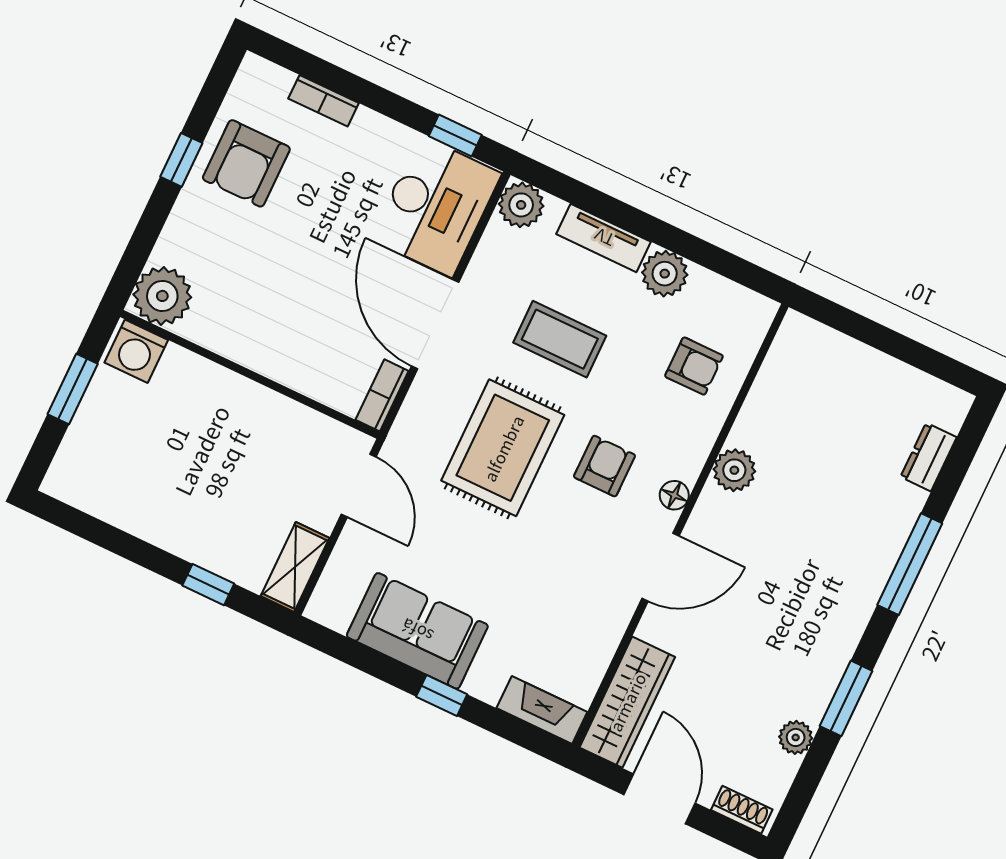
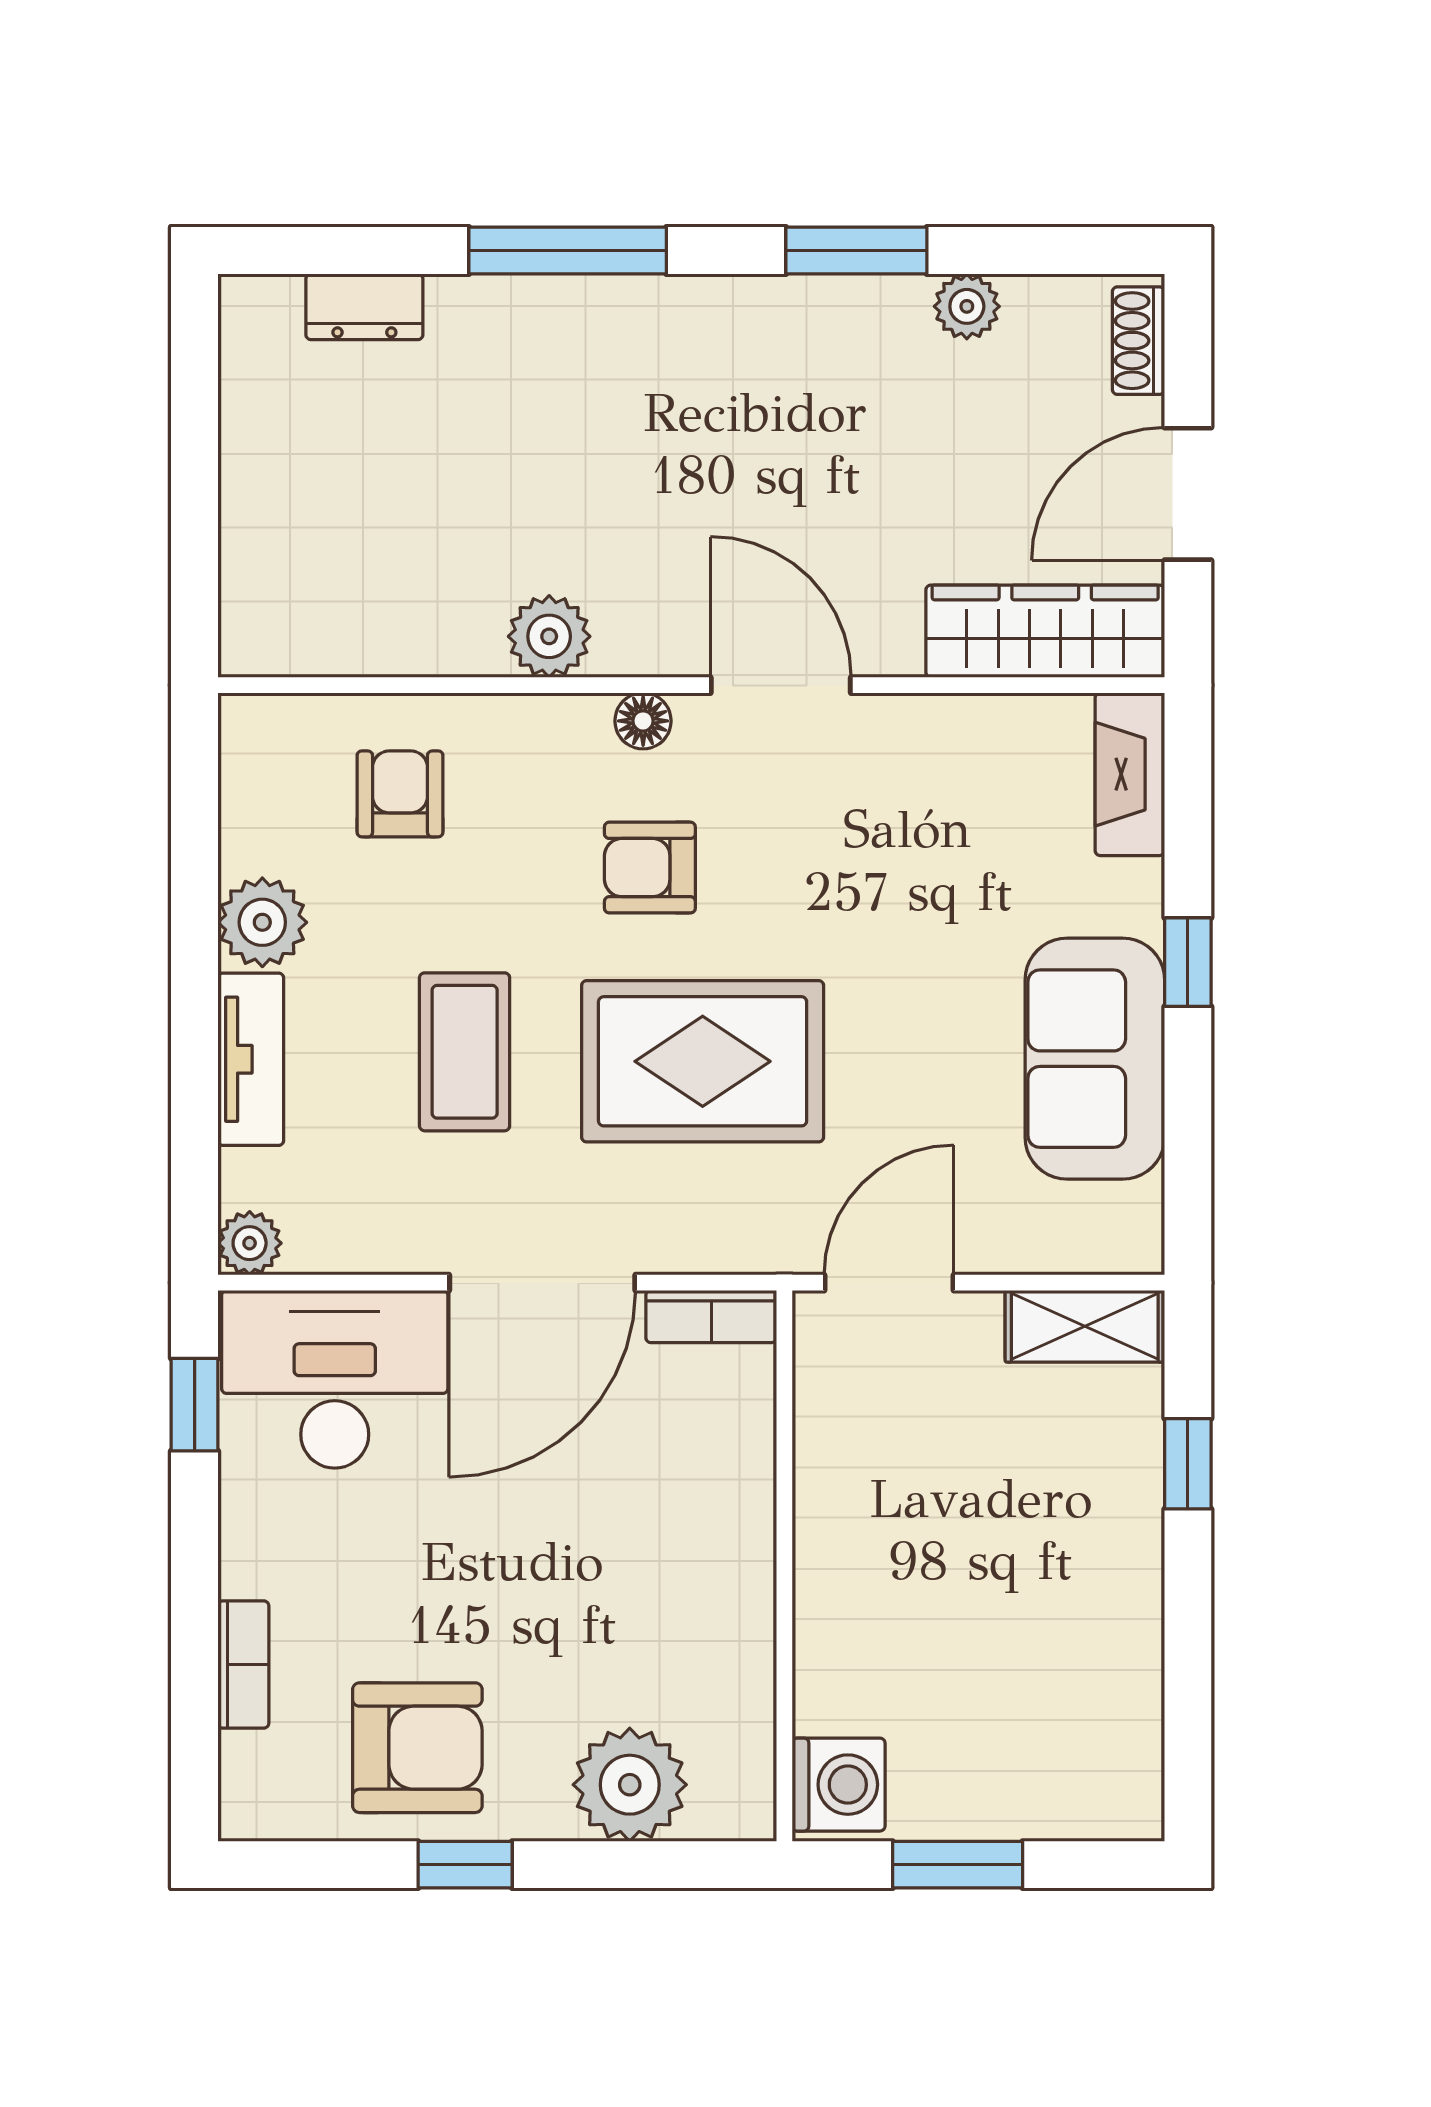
plant: (521, 205) -> (250, 1243), width x0.73, depth x0.73
plant: (162, 296) -> (630, 1785), moved

